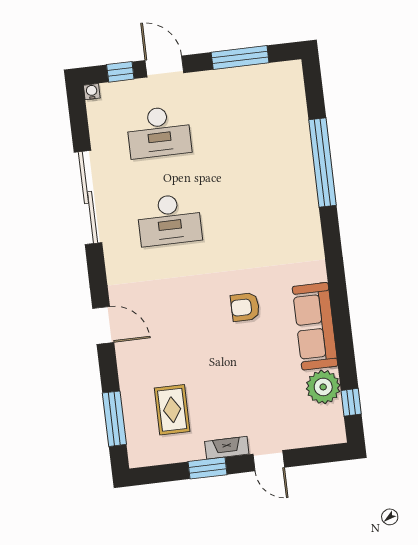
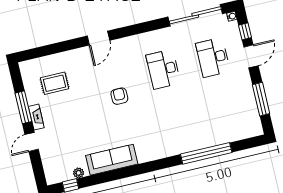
sliding door: (88, 198) -> (195, 15), moved
armchair: (245, 307) -> (119, 96), moved
plant: (323, 387) -> (79, 173), width x0.53, depth x0.53
window: (114, 419) -> (46, 51), removed
window: (207, 468) -> (23, 107), width x1.44

